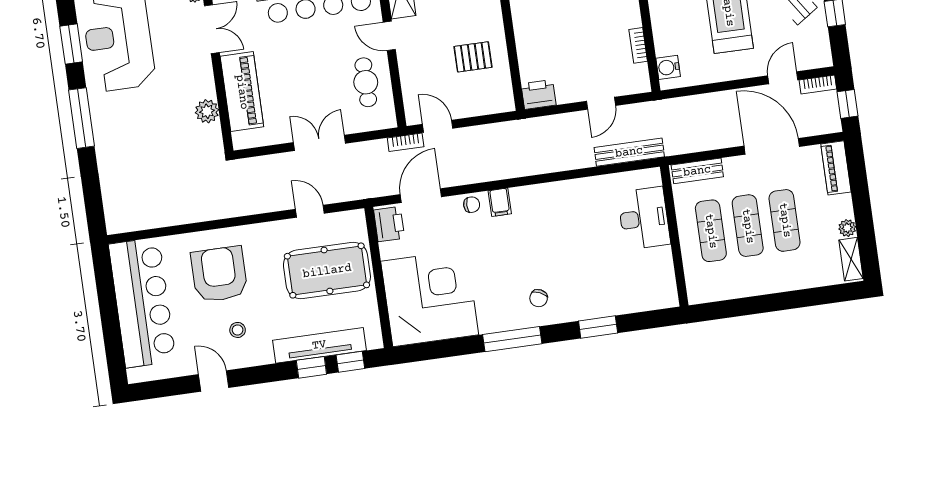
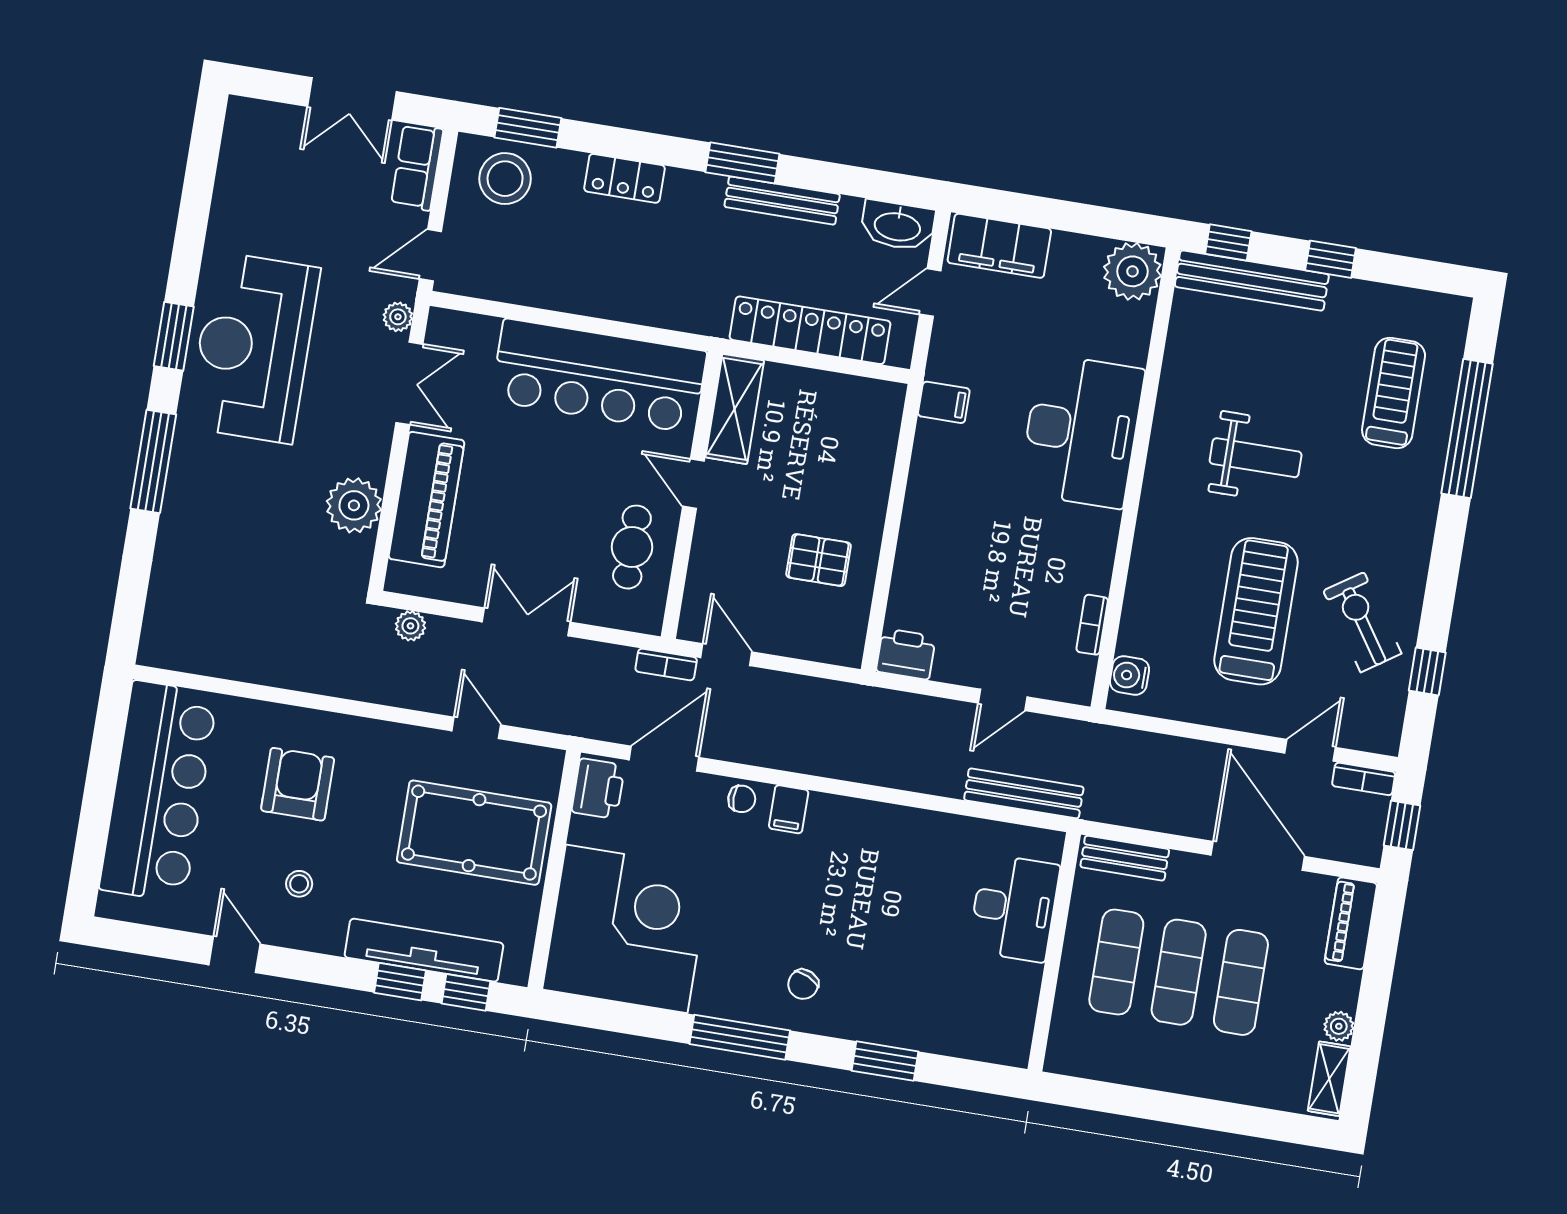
plant: (207, 111) -> (354, 505), width x1.36, depth x1.36
plant: (255, 165) -> (410, 626), added
armchair: (219, 274) -> (298, 784), width x0.73, depth x0.73

